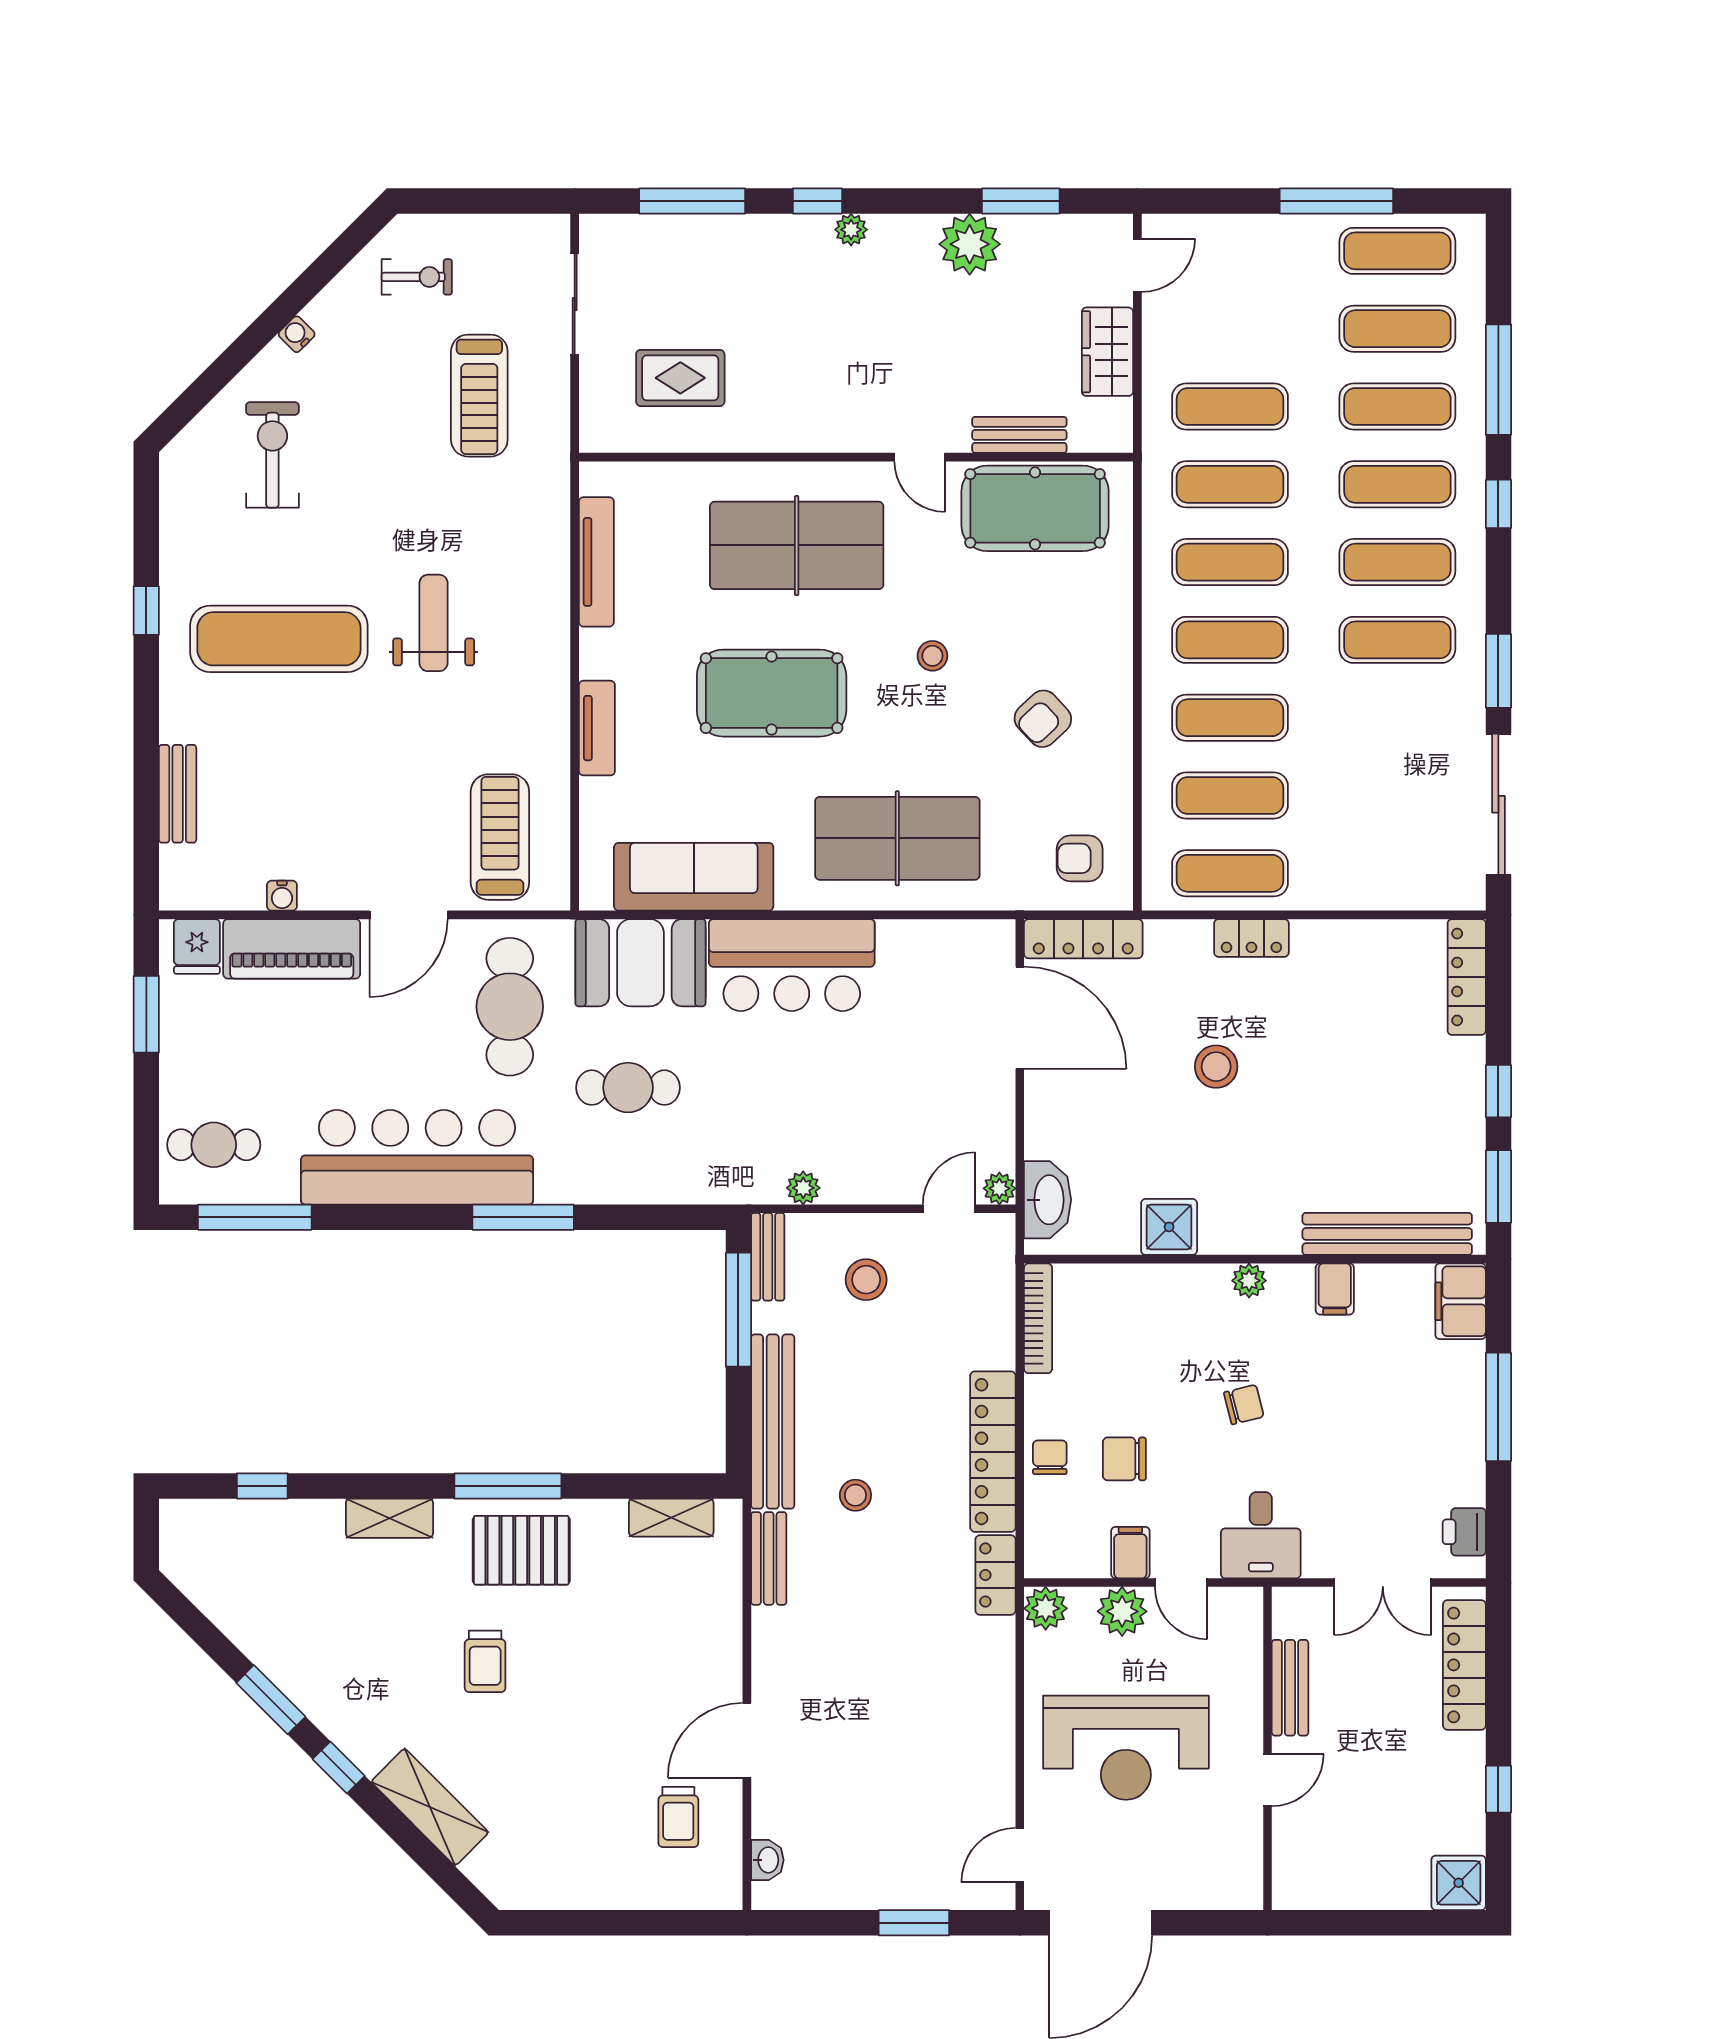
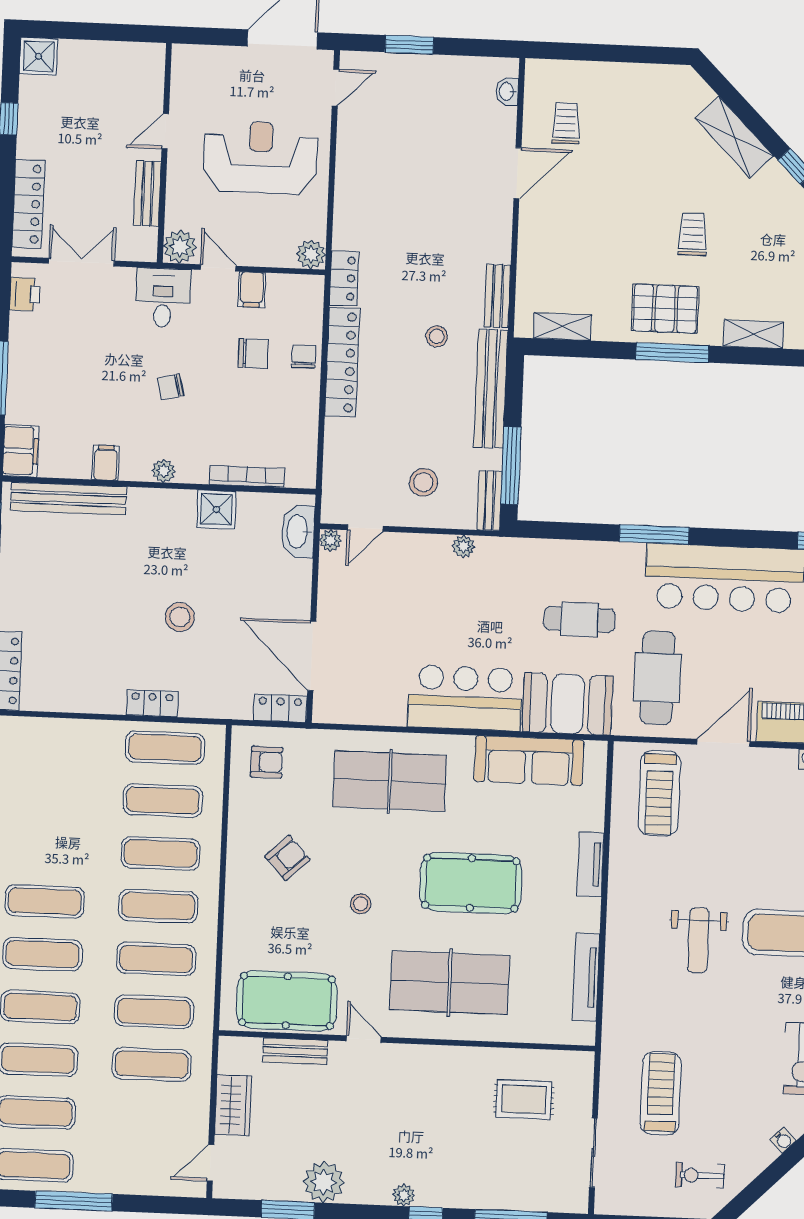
locker: (1083, 939) -> (280, 708), width x0.66
bookcase: (1038, 1318) -> (247, 476), moved, turned 90
chair: (1050, 1457) -> (304, 357), turned 180
plant: (1122, 1611) -> (180, 247), moved

